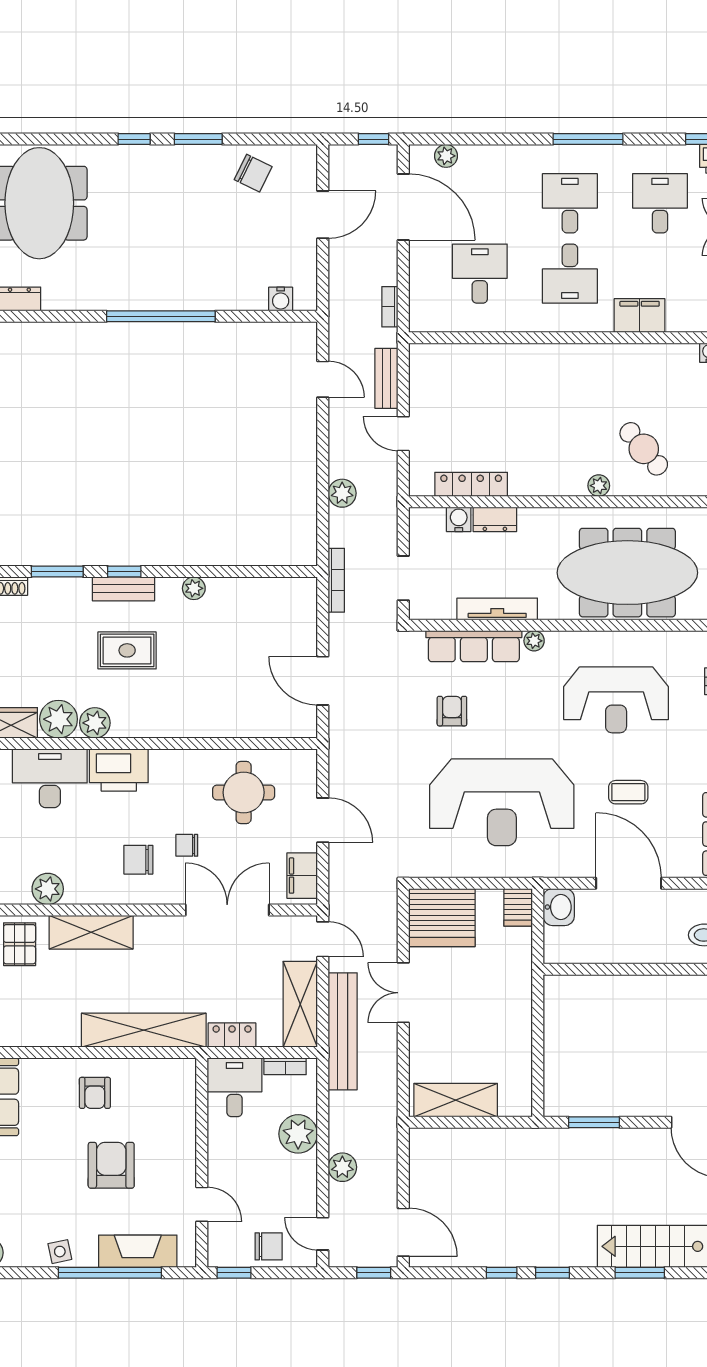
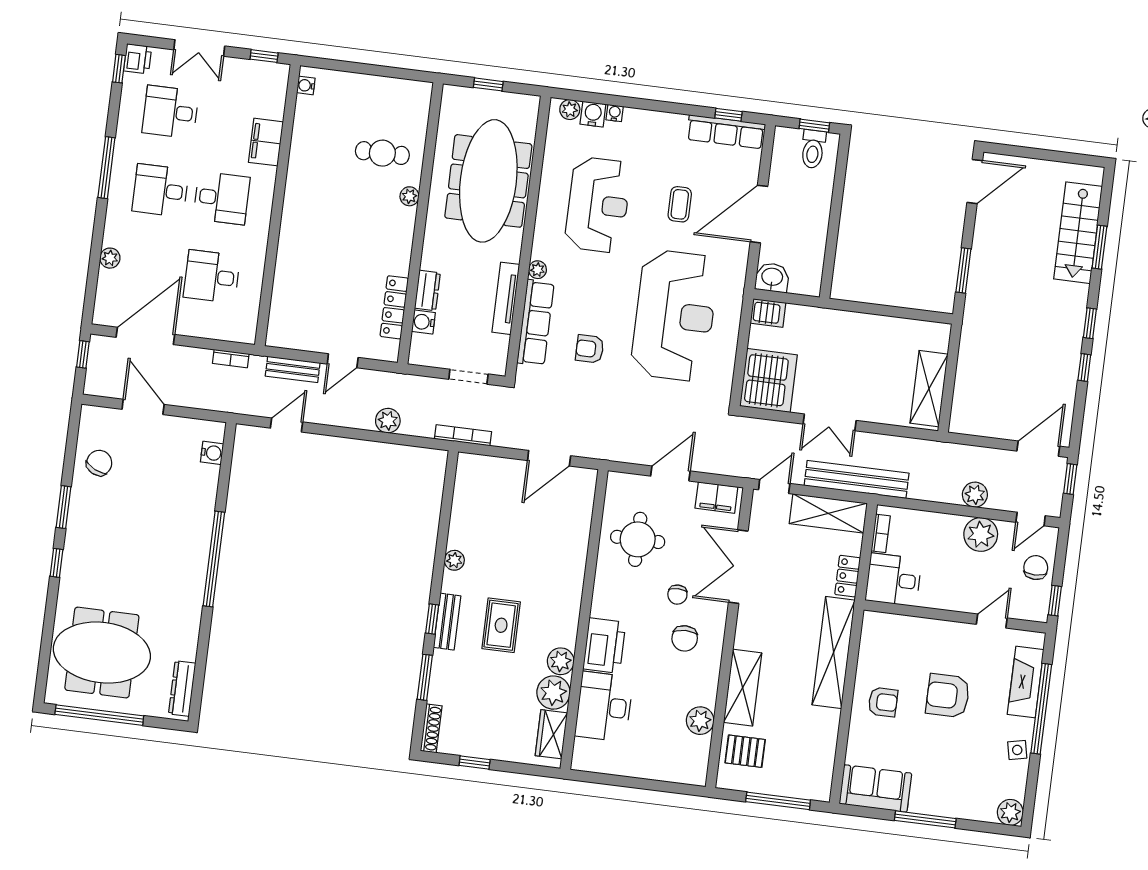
plant: (446, 156) -> (110, 258), moved
cafe table: (644, 449) -> (382, 153), turned 40
plant: (298, 1134) -> (981, 534), moved

